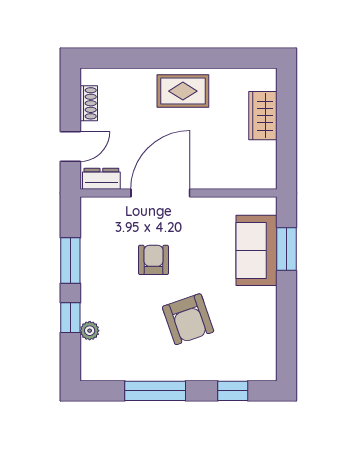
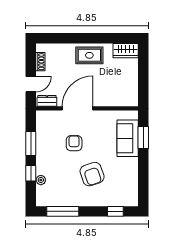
wardrobe: (263, 116) -> (126, 51), moved, turned -90
window: (155, 391) -> (63, 211), moved

